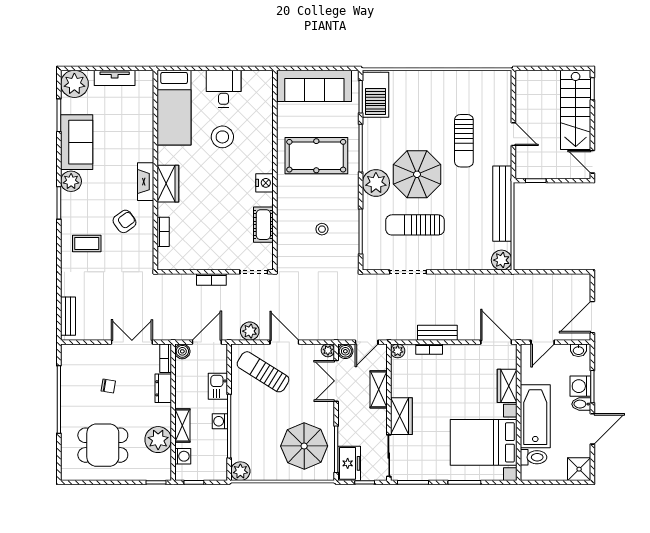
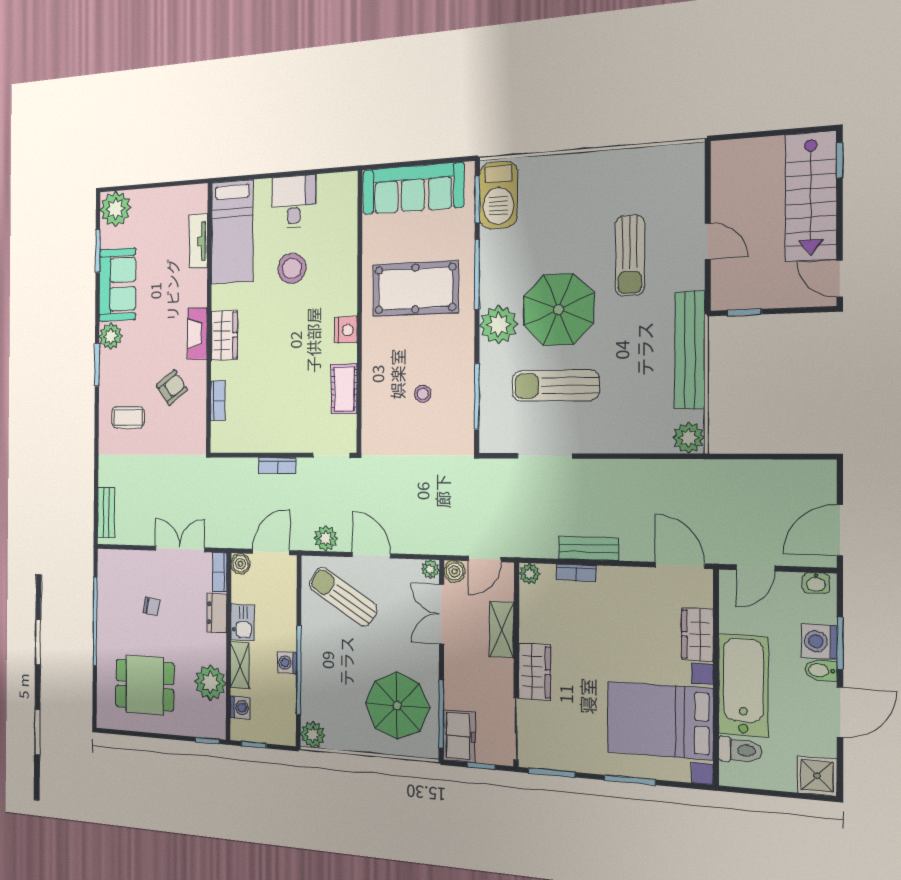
tv unit: (115, 78) -> (198, 241), moved, turned 90
kitchen sink: (218, 386) -> (243, 622), moved, turned 180

